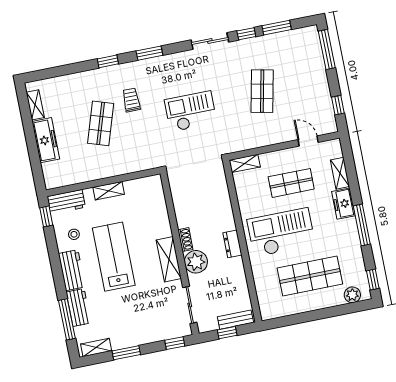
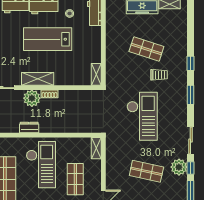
plant: (248, 49) -> (179, 167), added
checkout: (191, 111) -> (142, 116), width x1.36, depth x1.21
shelving: (109, 191) -> (96, 74), moved
dresser: (232, 244) -> (29, 127), moved
lab bench: (114, 257) -> (48, 39), turned 180

